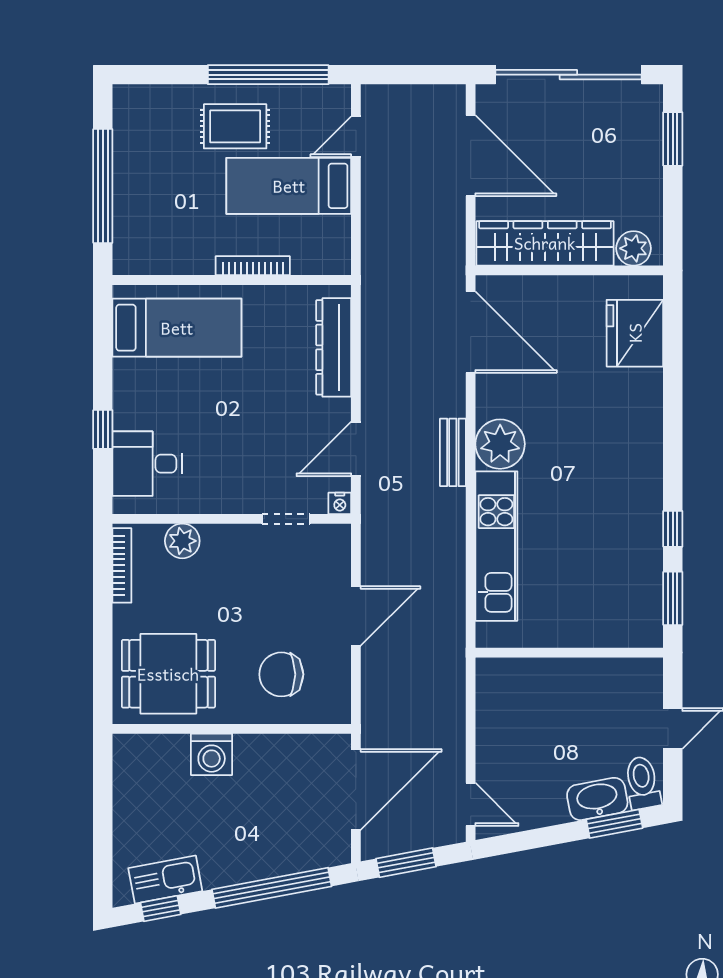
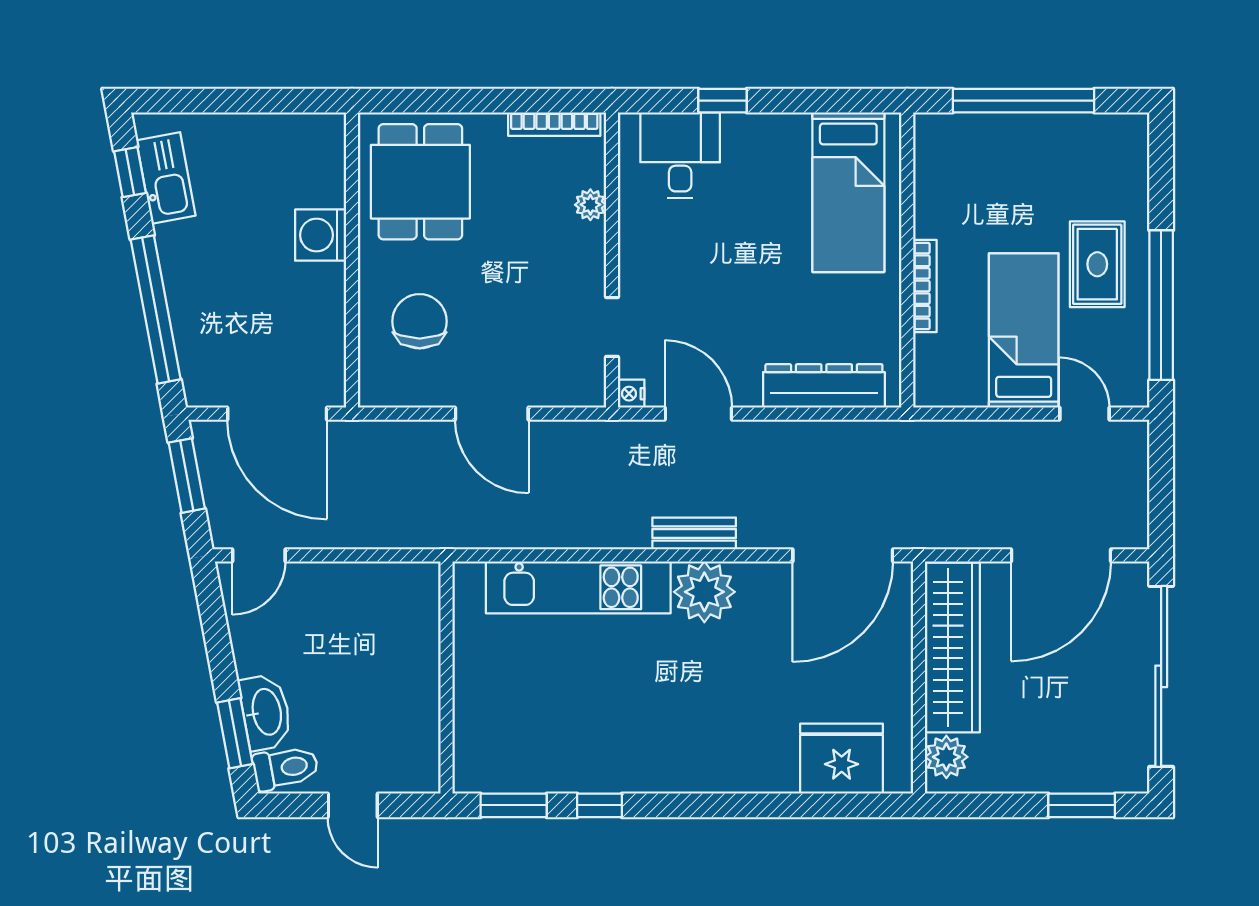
plant: (182, 541) -> (590, 205), width x0.73, depth x0.73

